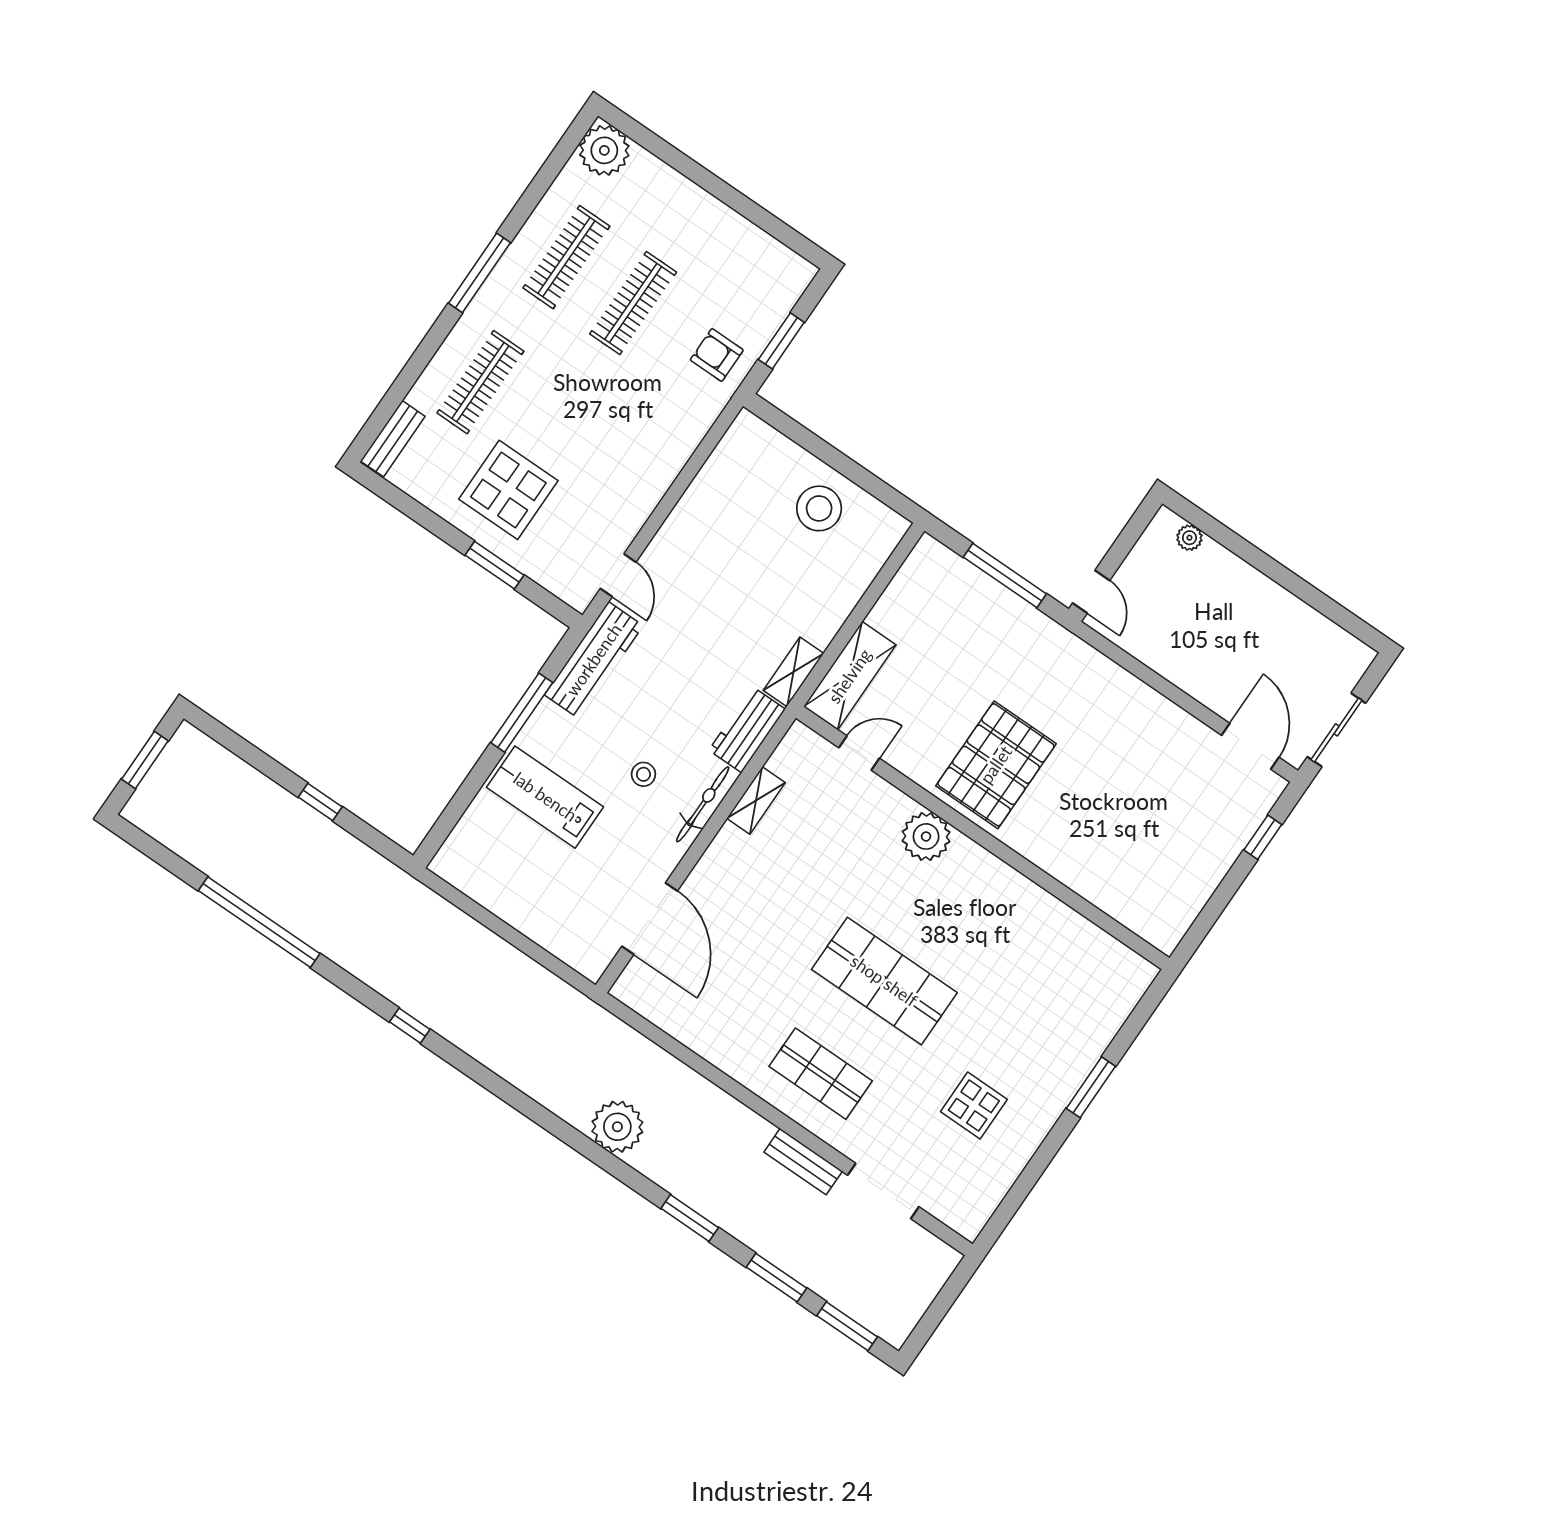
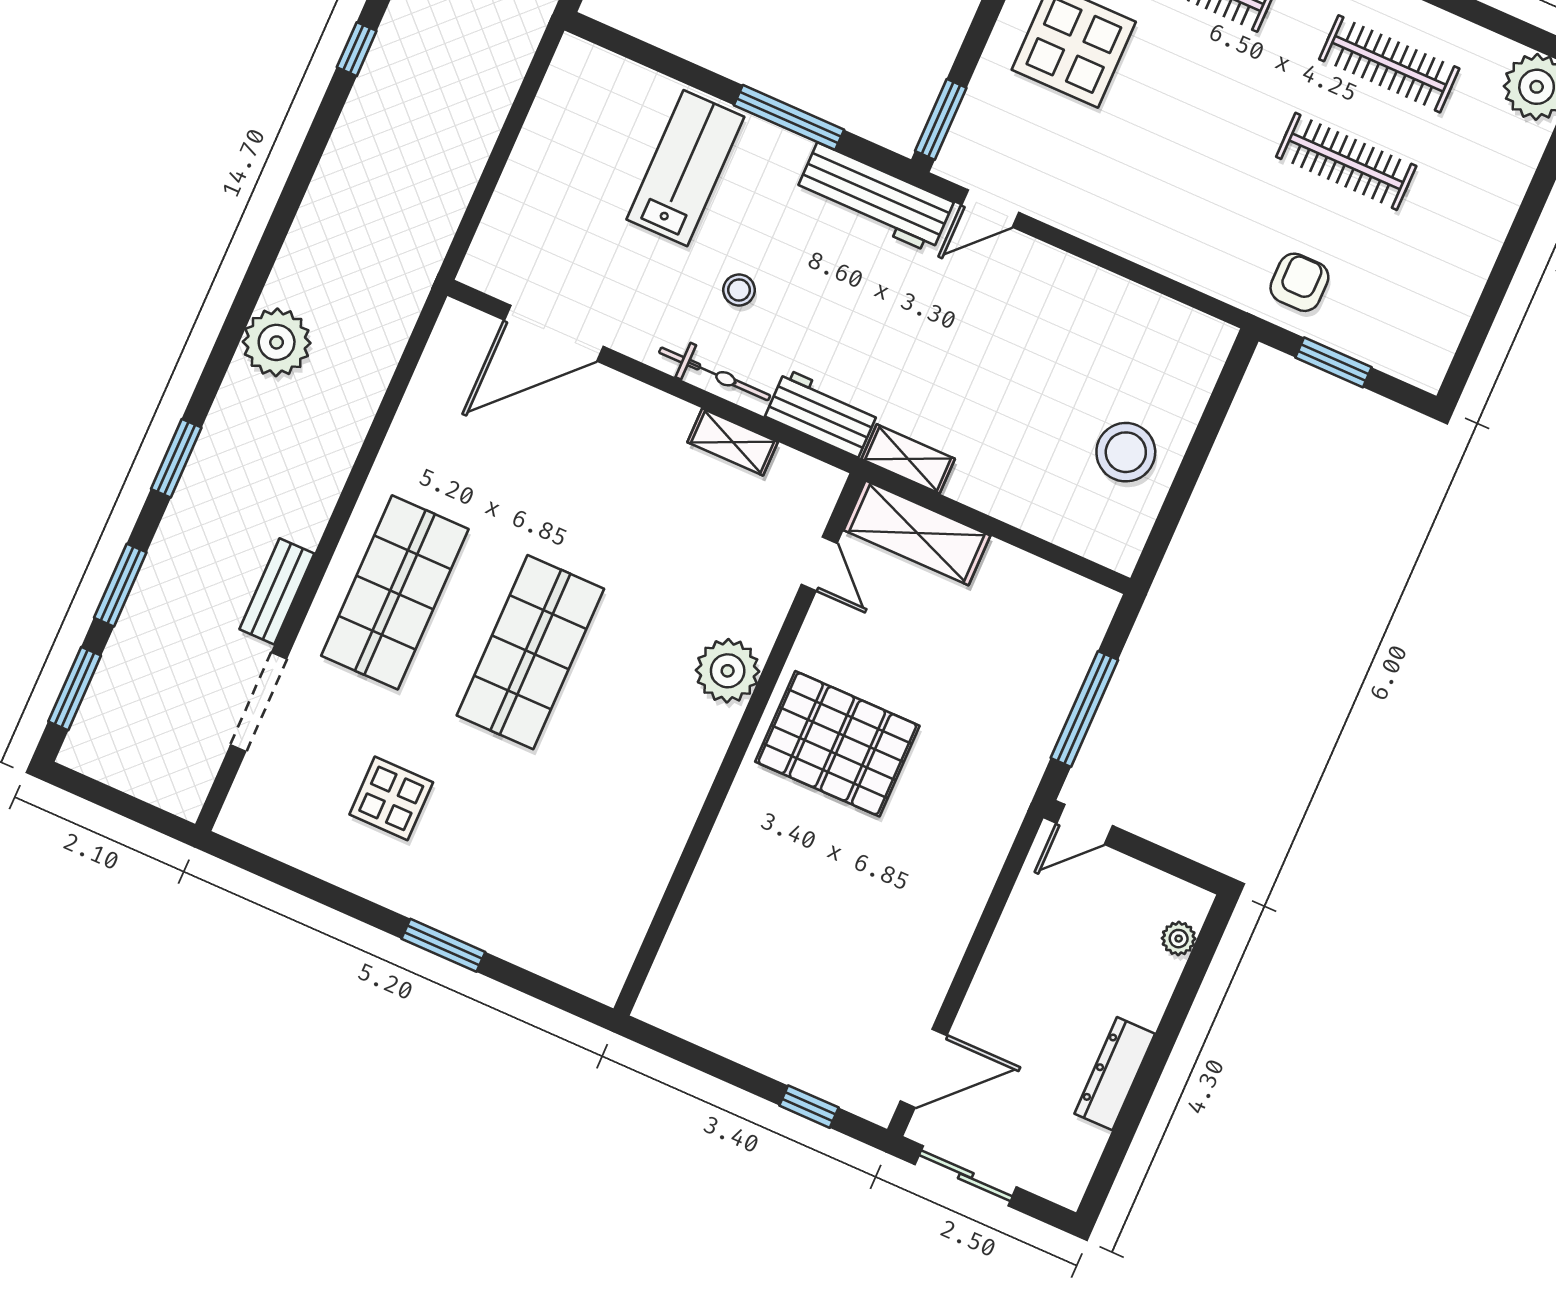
window: (494, 565) -> (941, 119), moved
dresser: (1281, 604) -> (1115, 1074), added
shop shelf: (821, 1074) -> (395, 592), width x1.43, depth x1.36

